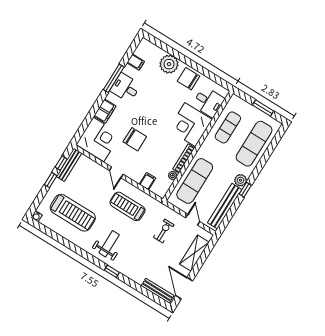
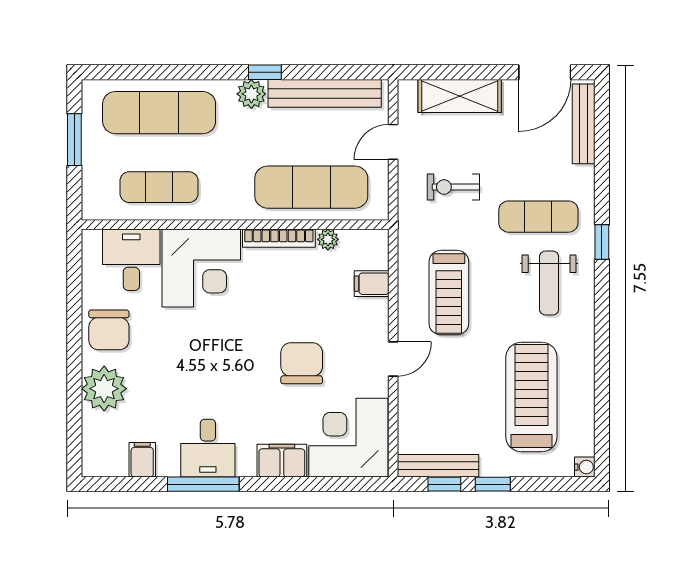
weight bench: (109, 244) -> (549, 283), turned -90
exercise mat: (135, 255) -> (538, 217), added

